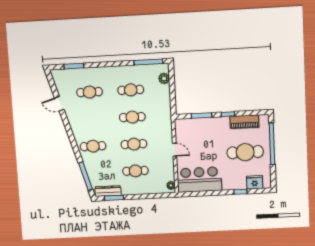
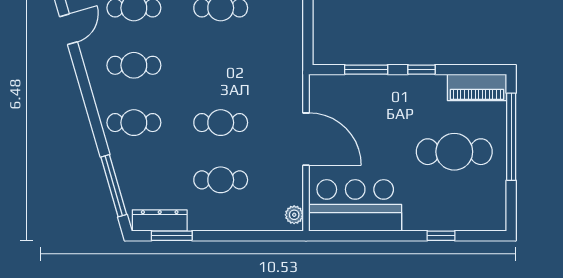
door: (59, 104) -> (68, 29), swing flipped
cafe table: (132, 117) -> (134, 65), moved
piano: (244, 122) -> (477, 87), moved
door: (175, 150) -> (306, 139), width x1.87
fridge: (255, 182) -> (472, 217), removed

